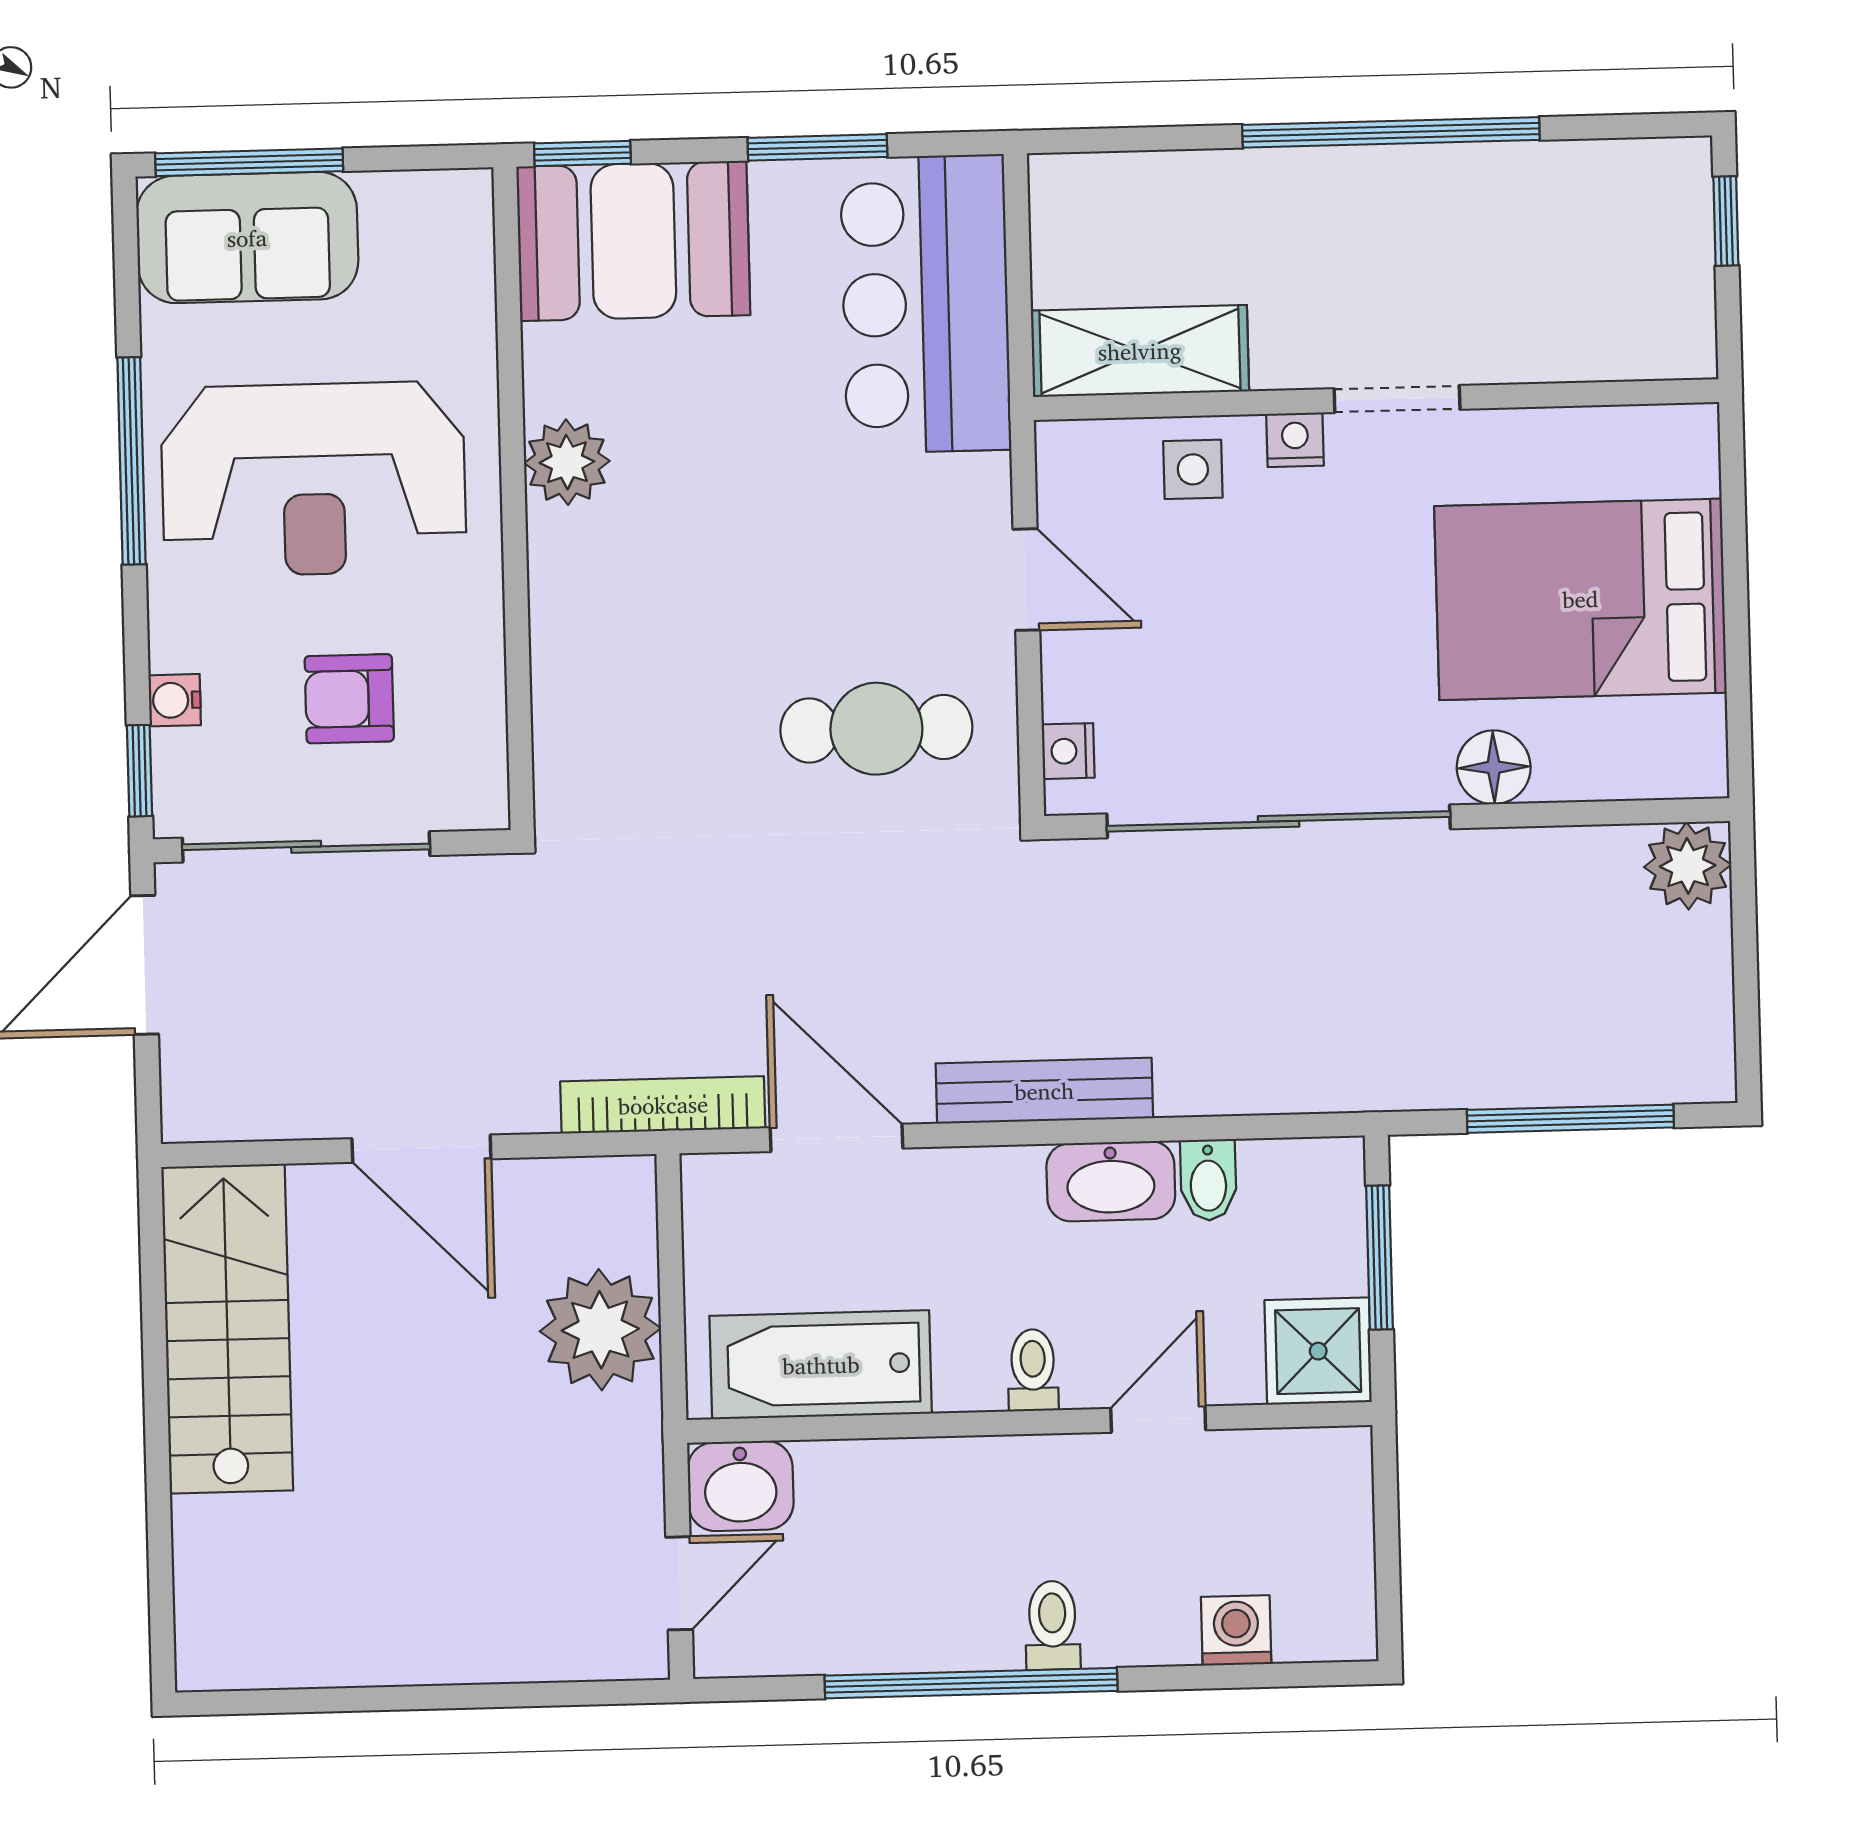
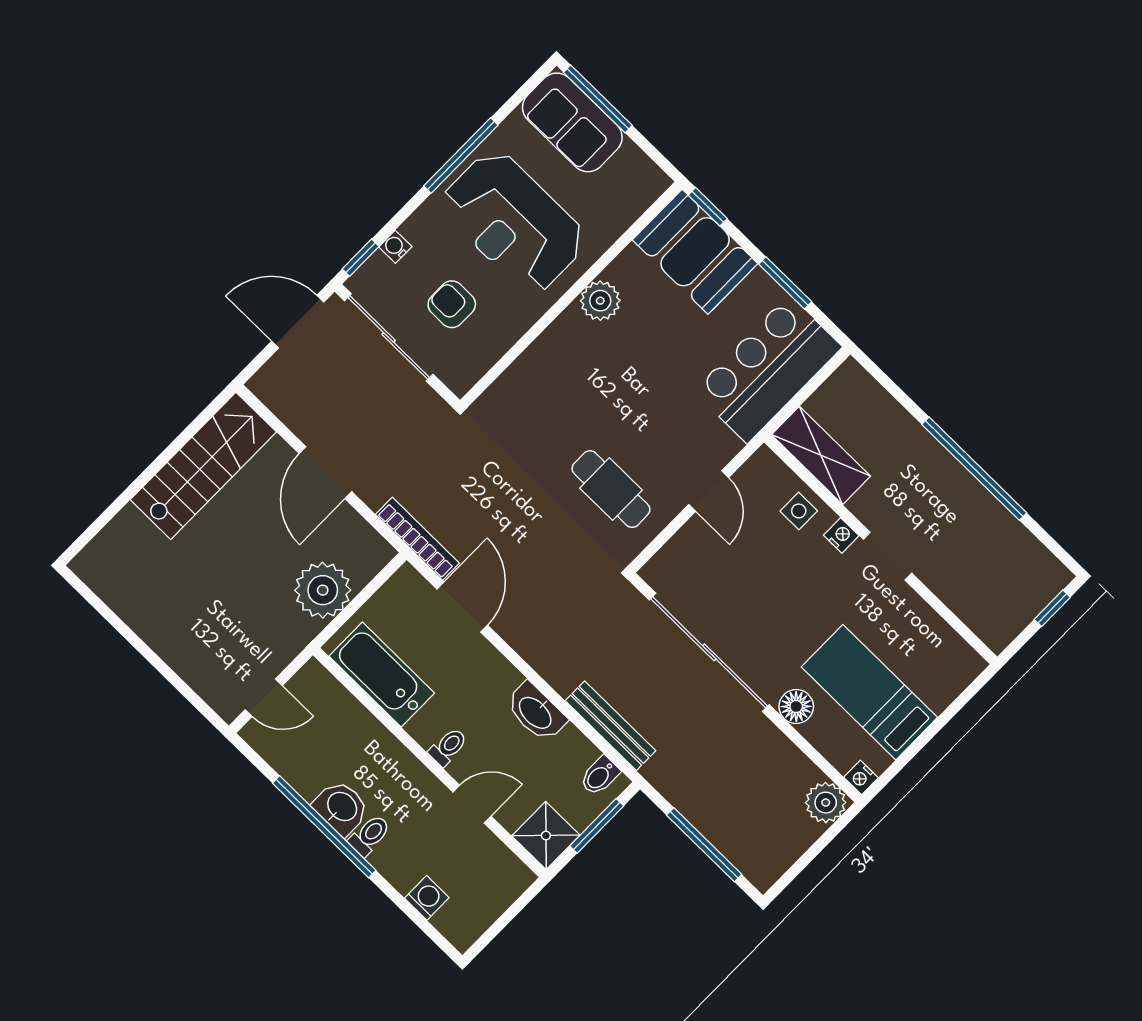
bed: (1580, 599) -> (869, 692), width x0.67
nightstand: (1068, 751) -> (861, 777), moved, turned -90
bench: (1044, 1091) -> (610, 726), moved
bidet: (1208, 1180) -> (600, 776), moved
washbasin: (741, 1486) -> (341, 807), moved, turned 180

